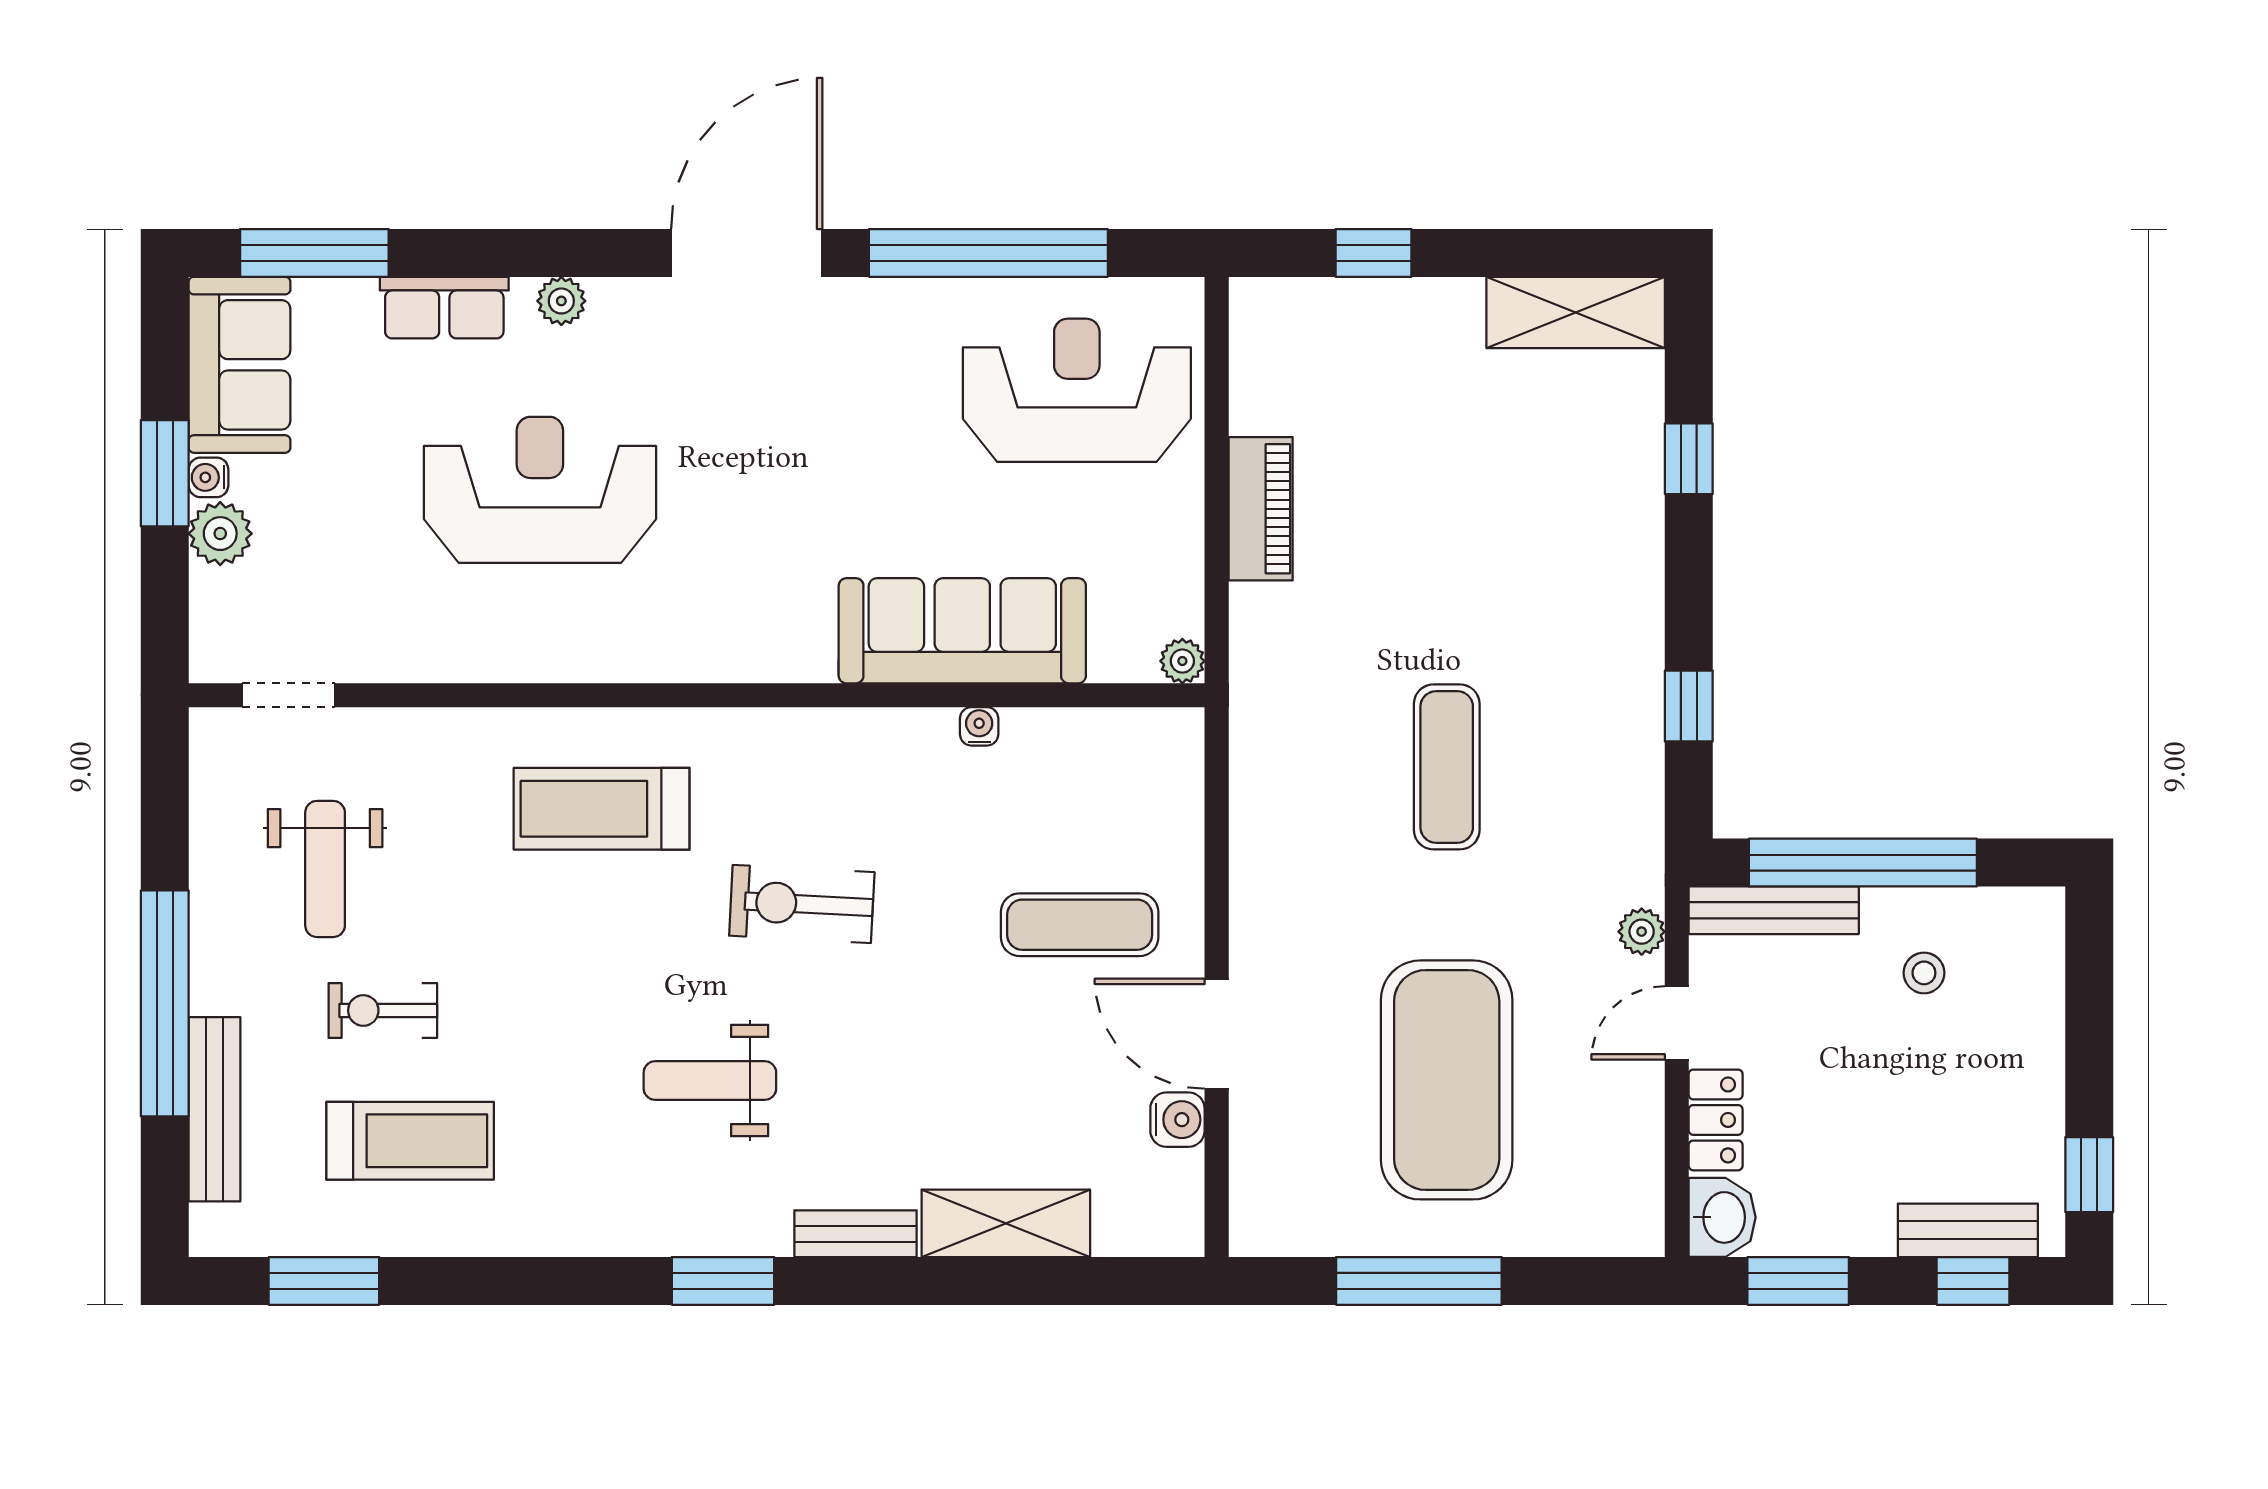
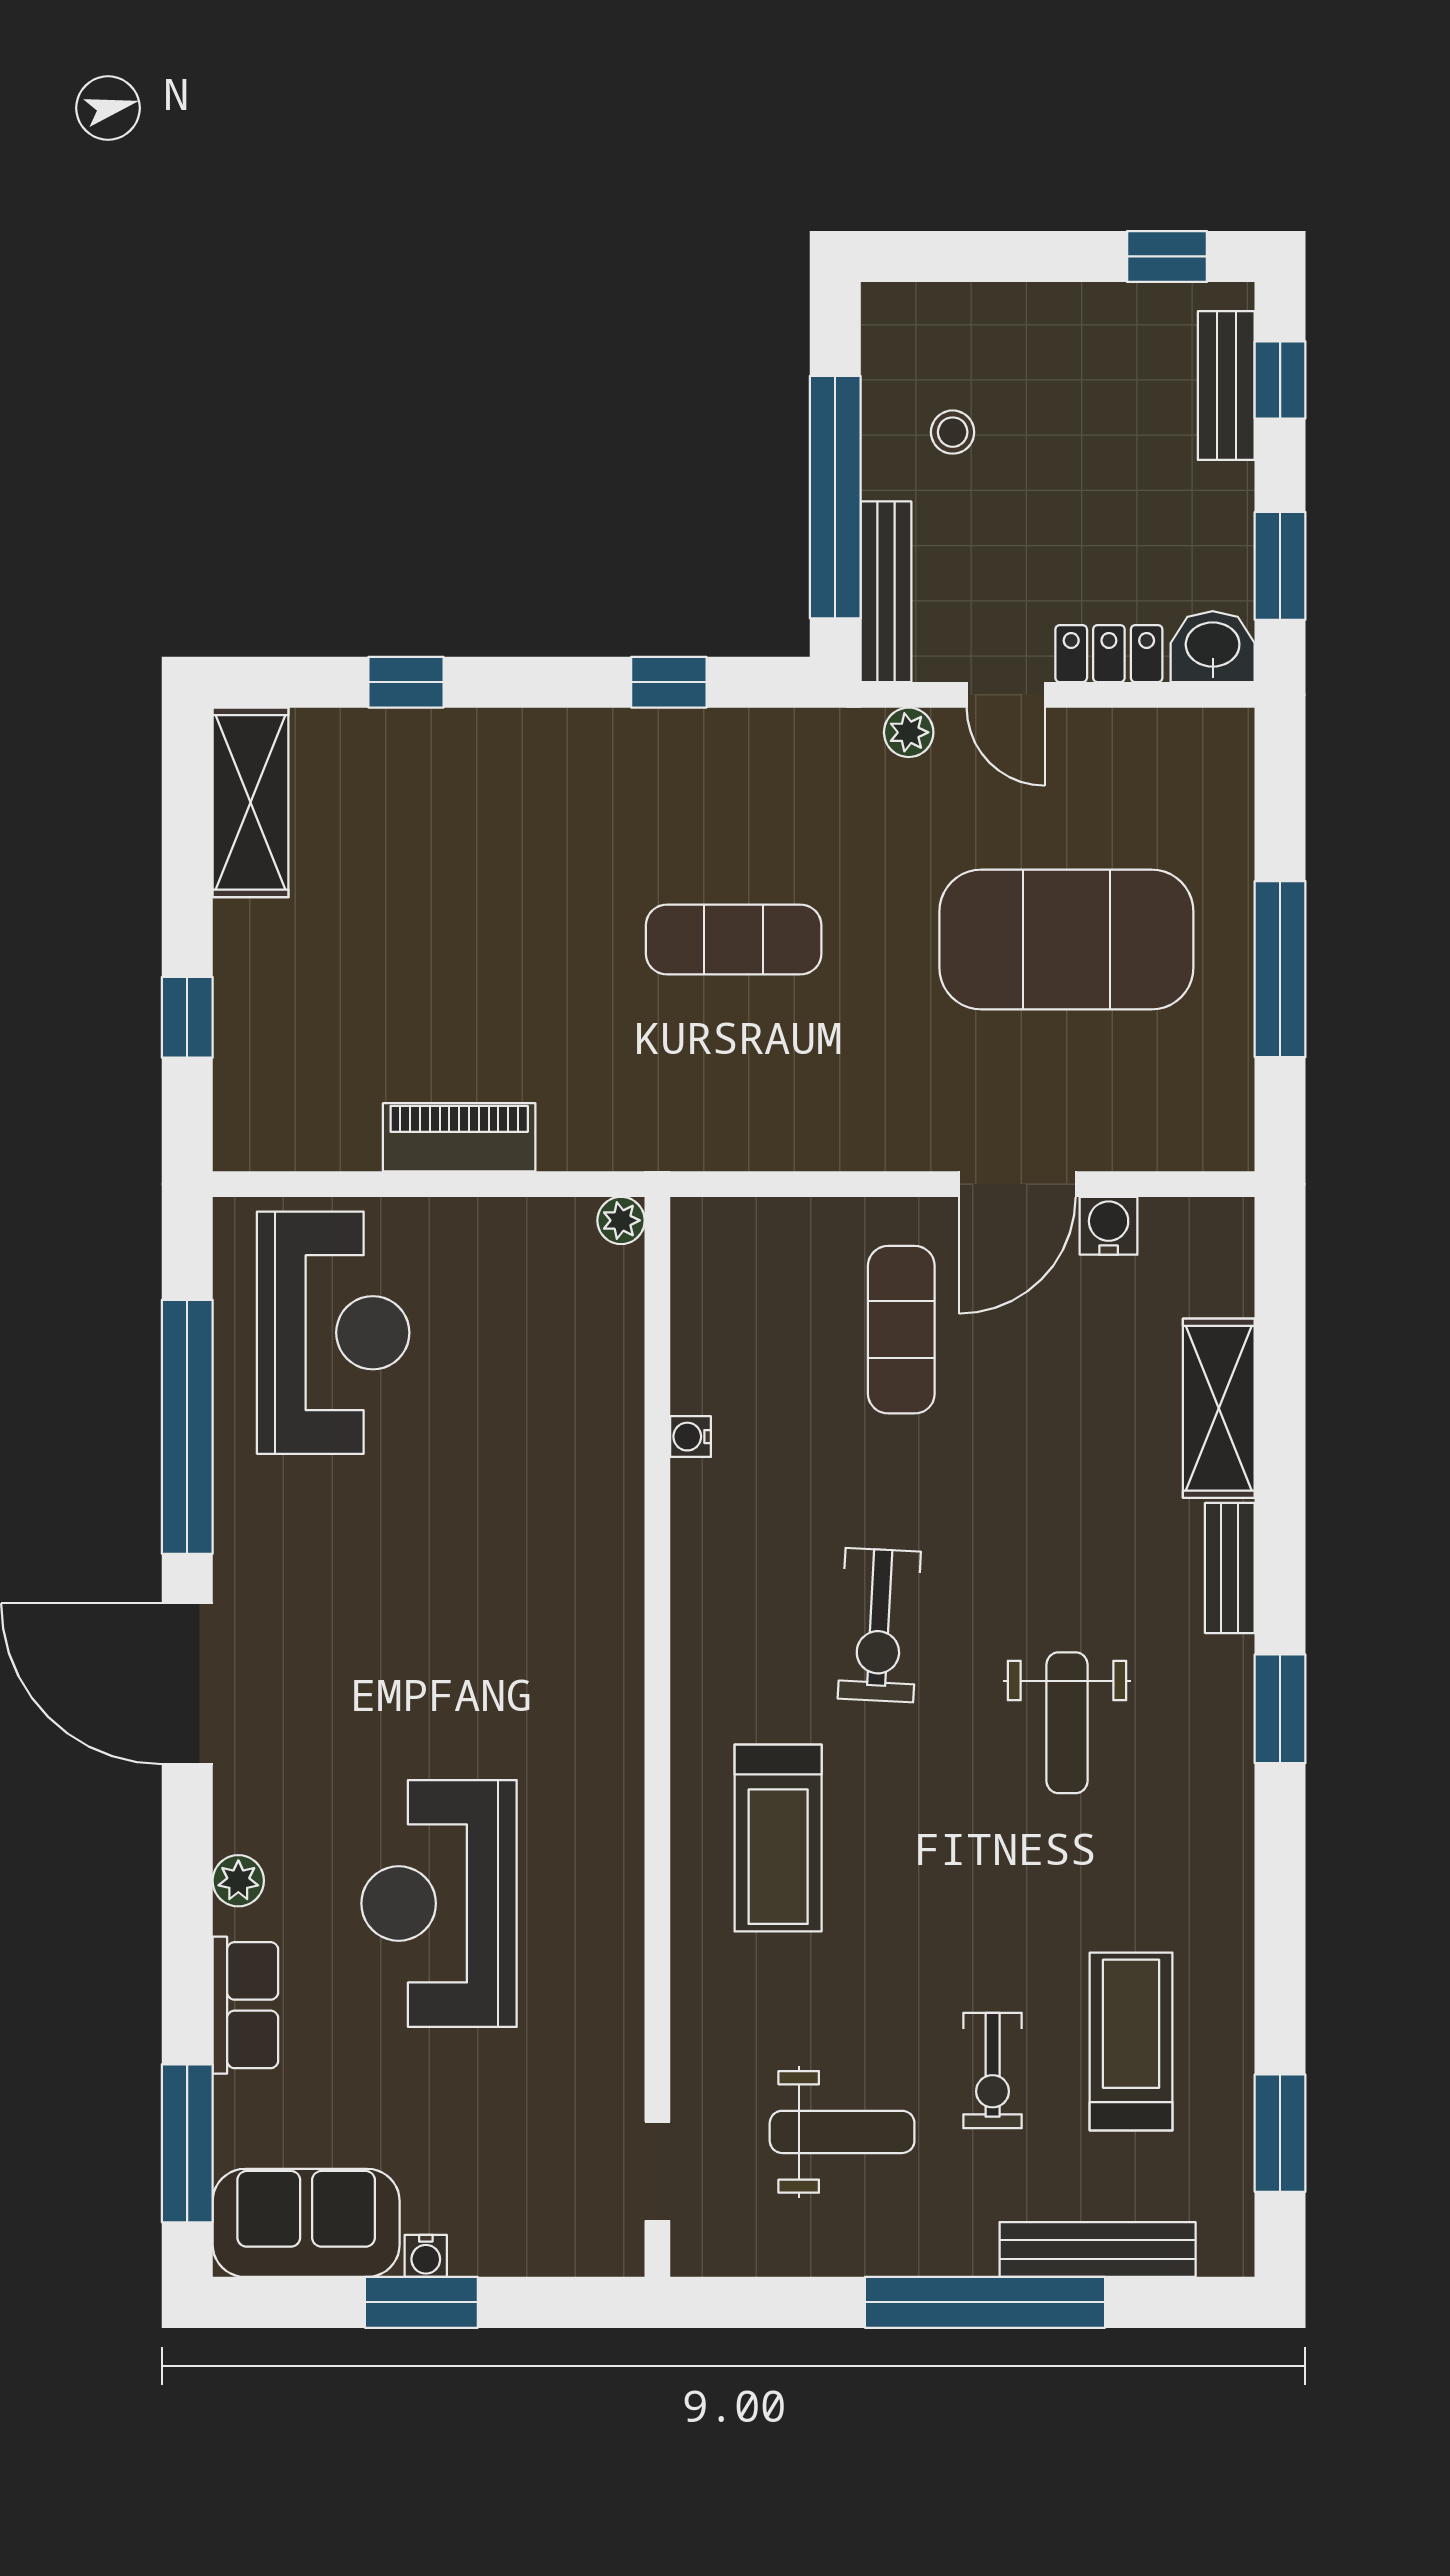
reception desk: (1077, 390) -> (333, 1333), turned 180
plant: (220, 534) -> (486, 2243), removed
sofa: (962, 631) -> (589, 1454), removed

